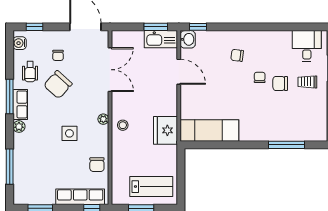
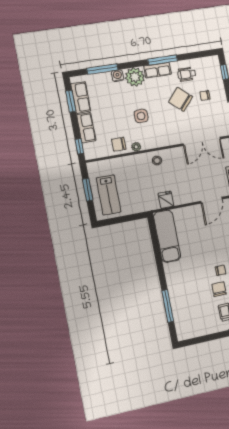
water cooler: (20, 43) -> (117, 76), moved
plant: (103, 119) -> (136, 147), moved
plant: (19, 127) -> (135, 77), width x1.87, depth x1.87
fridge: (166, 130) -> (166, 200), width x0.53, depth x0.75
row of seats: (38, 196) -> (81, 97), added
row of seats: (80, 197) -> (86, 128), width x0.68

